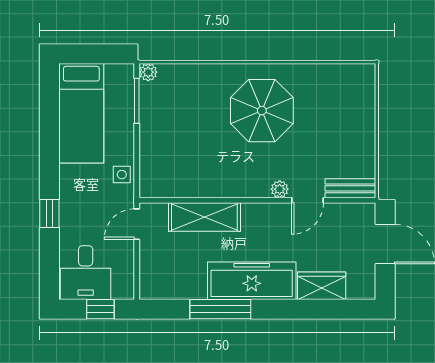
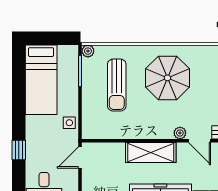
sun lounger: (189, 121) -> (117, 85), added
door: (308, 200) -> (199, 141), hinge flipped
shelving: (204, 217) -> (151, 152), moved

